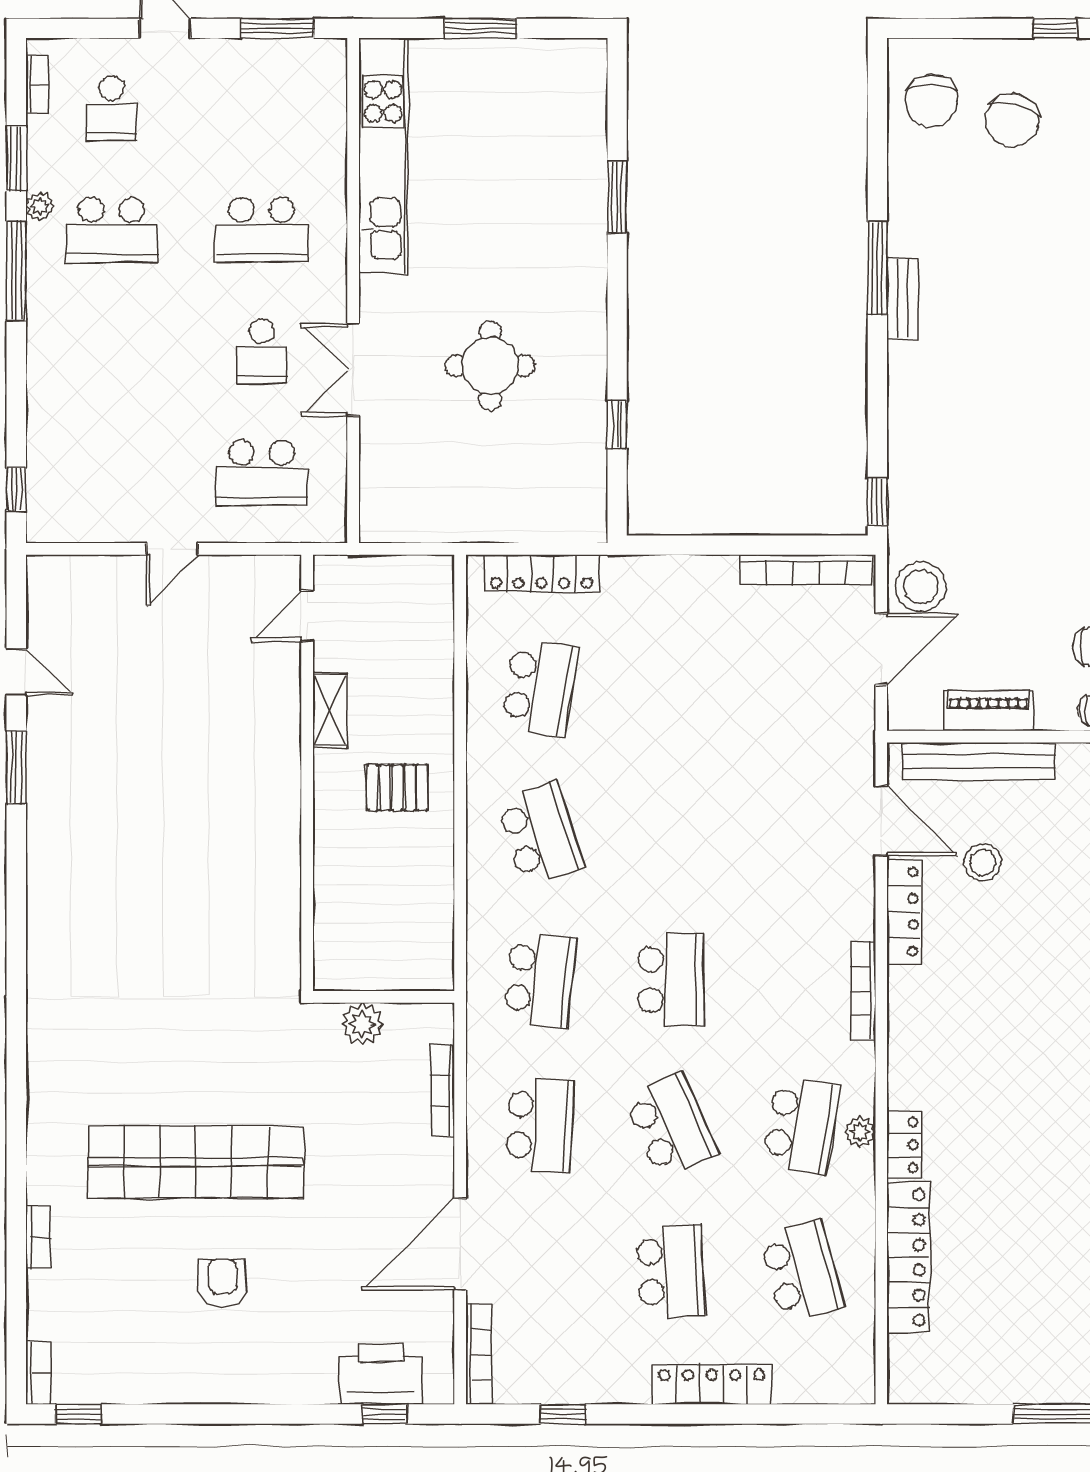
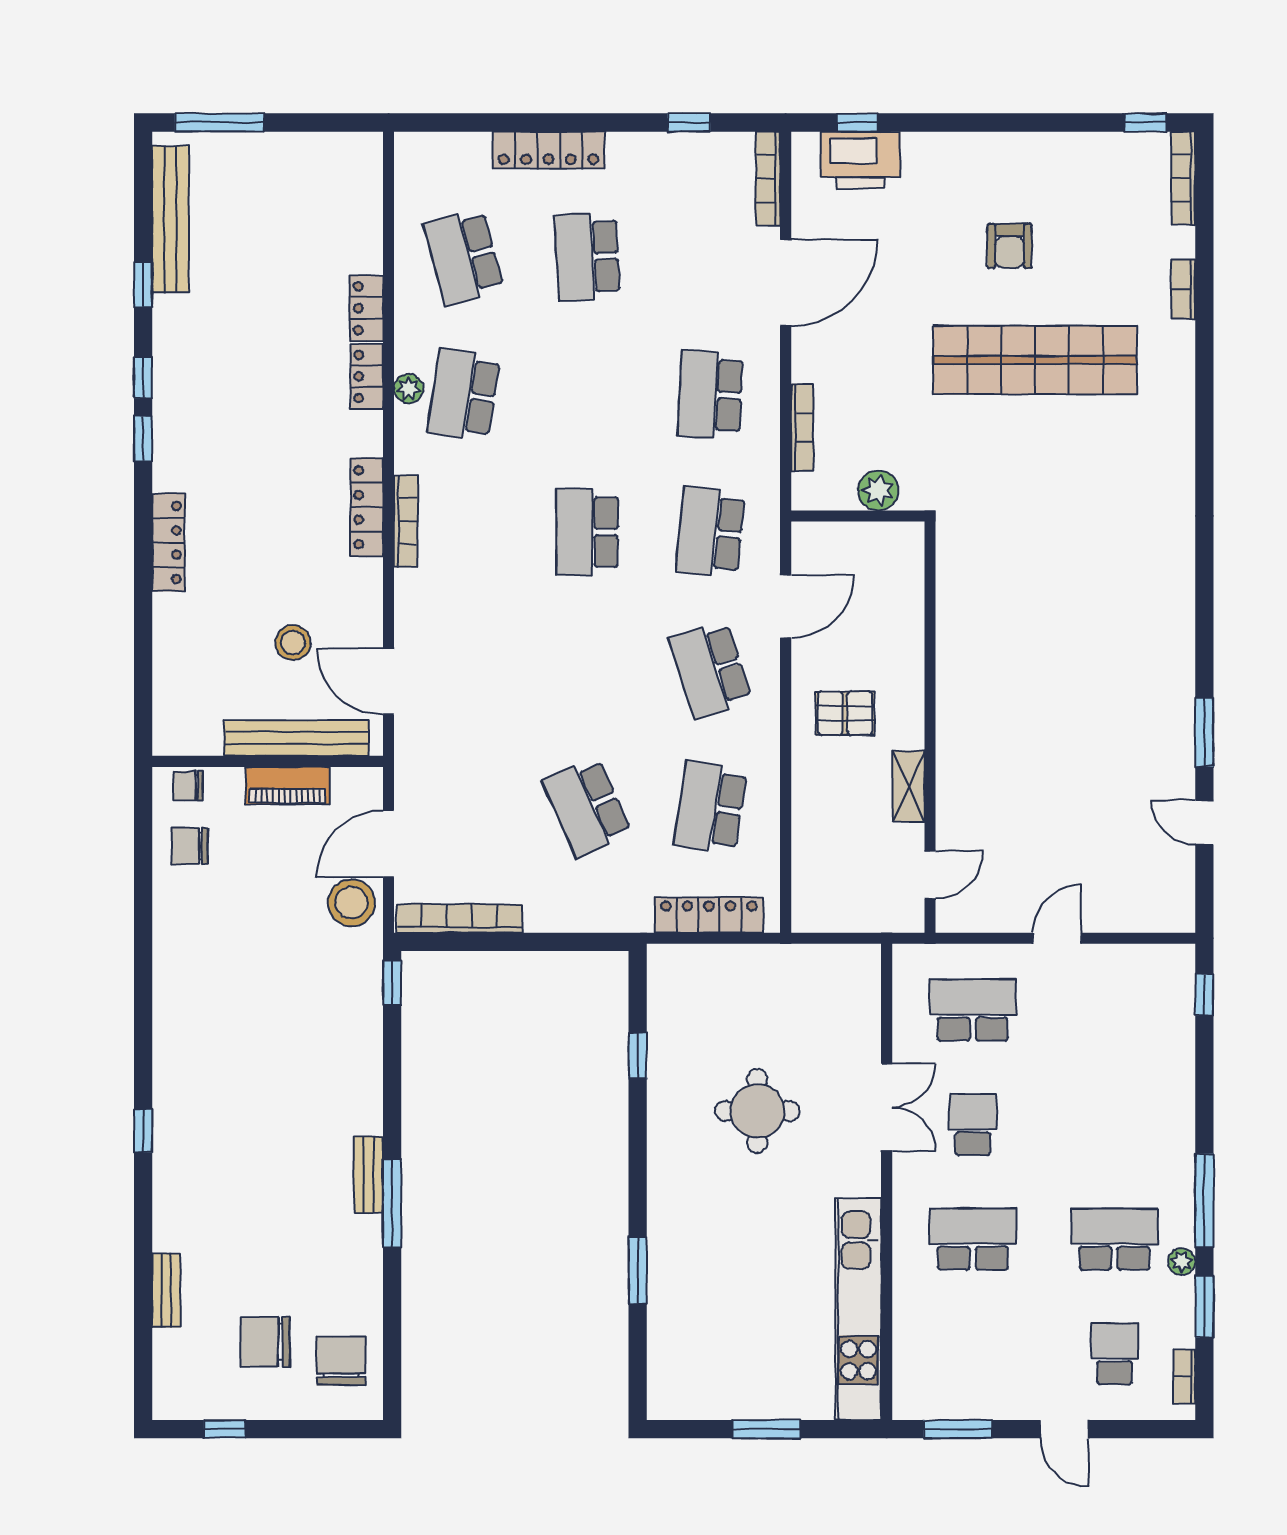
chair: (1012, 121) -> (265, 1342), turned -103
door: (460, 901) -> (786, 606), added
locker: (904, 912) -> (367, 507), moved
school desk: (671, 1125) -> (587, 807), moved
locker: (908, 1257) -> (367, 308), width x0.46, depth x0.83
bookcase: (38, 1373) -> (1183, 178), width x1.56

